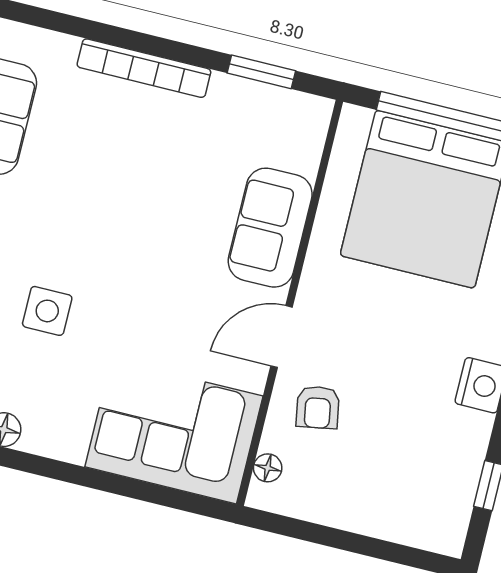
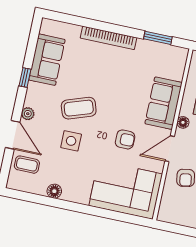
coffee table: (68, 233) -> (79, 108), added
armchair: (176, 311) -> (125, 139), added
floor lamp: (268, 468) -> (183, 122), moved

